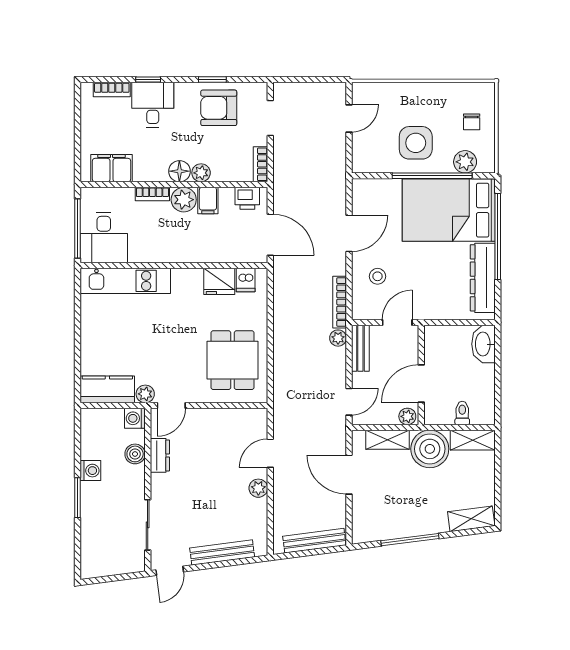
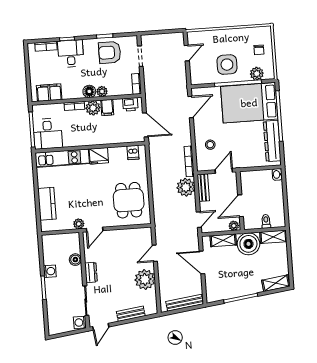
door: (349, 233) -> (191, 107), moved
fridge: (219, 281) -> (99, 156), moved
plant: (338, 338) -> (186, 187), width x1.88, depth x1.88
washbasin: (483, 344) -> (277, 174), width x0.52, depth x0.69
kitchen counter: (107, 389) -> (47, 204), moved, turned 90
washing machine: (135, 418) -> (80, 322), moved
dresser: (160, 455) -> (91, 272), moved
plant: (258, 488) -> (145, 279), width x1.87, depth x1.87
bench: (222, 552) -> (131, 314), width x0.73

